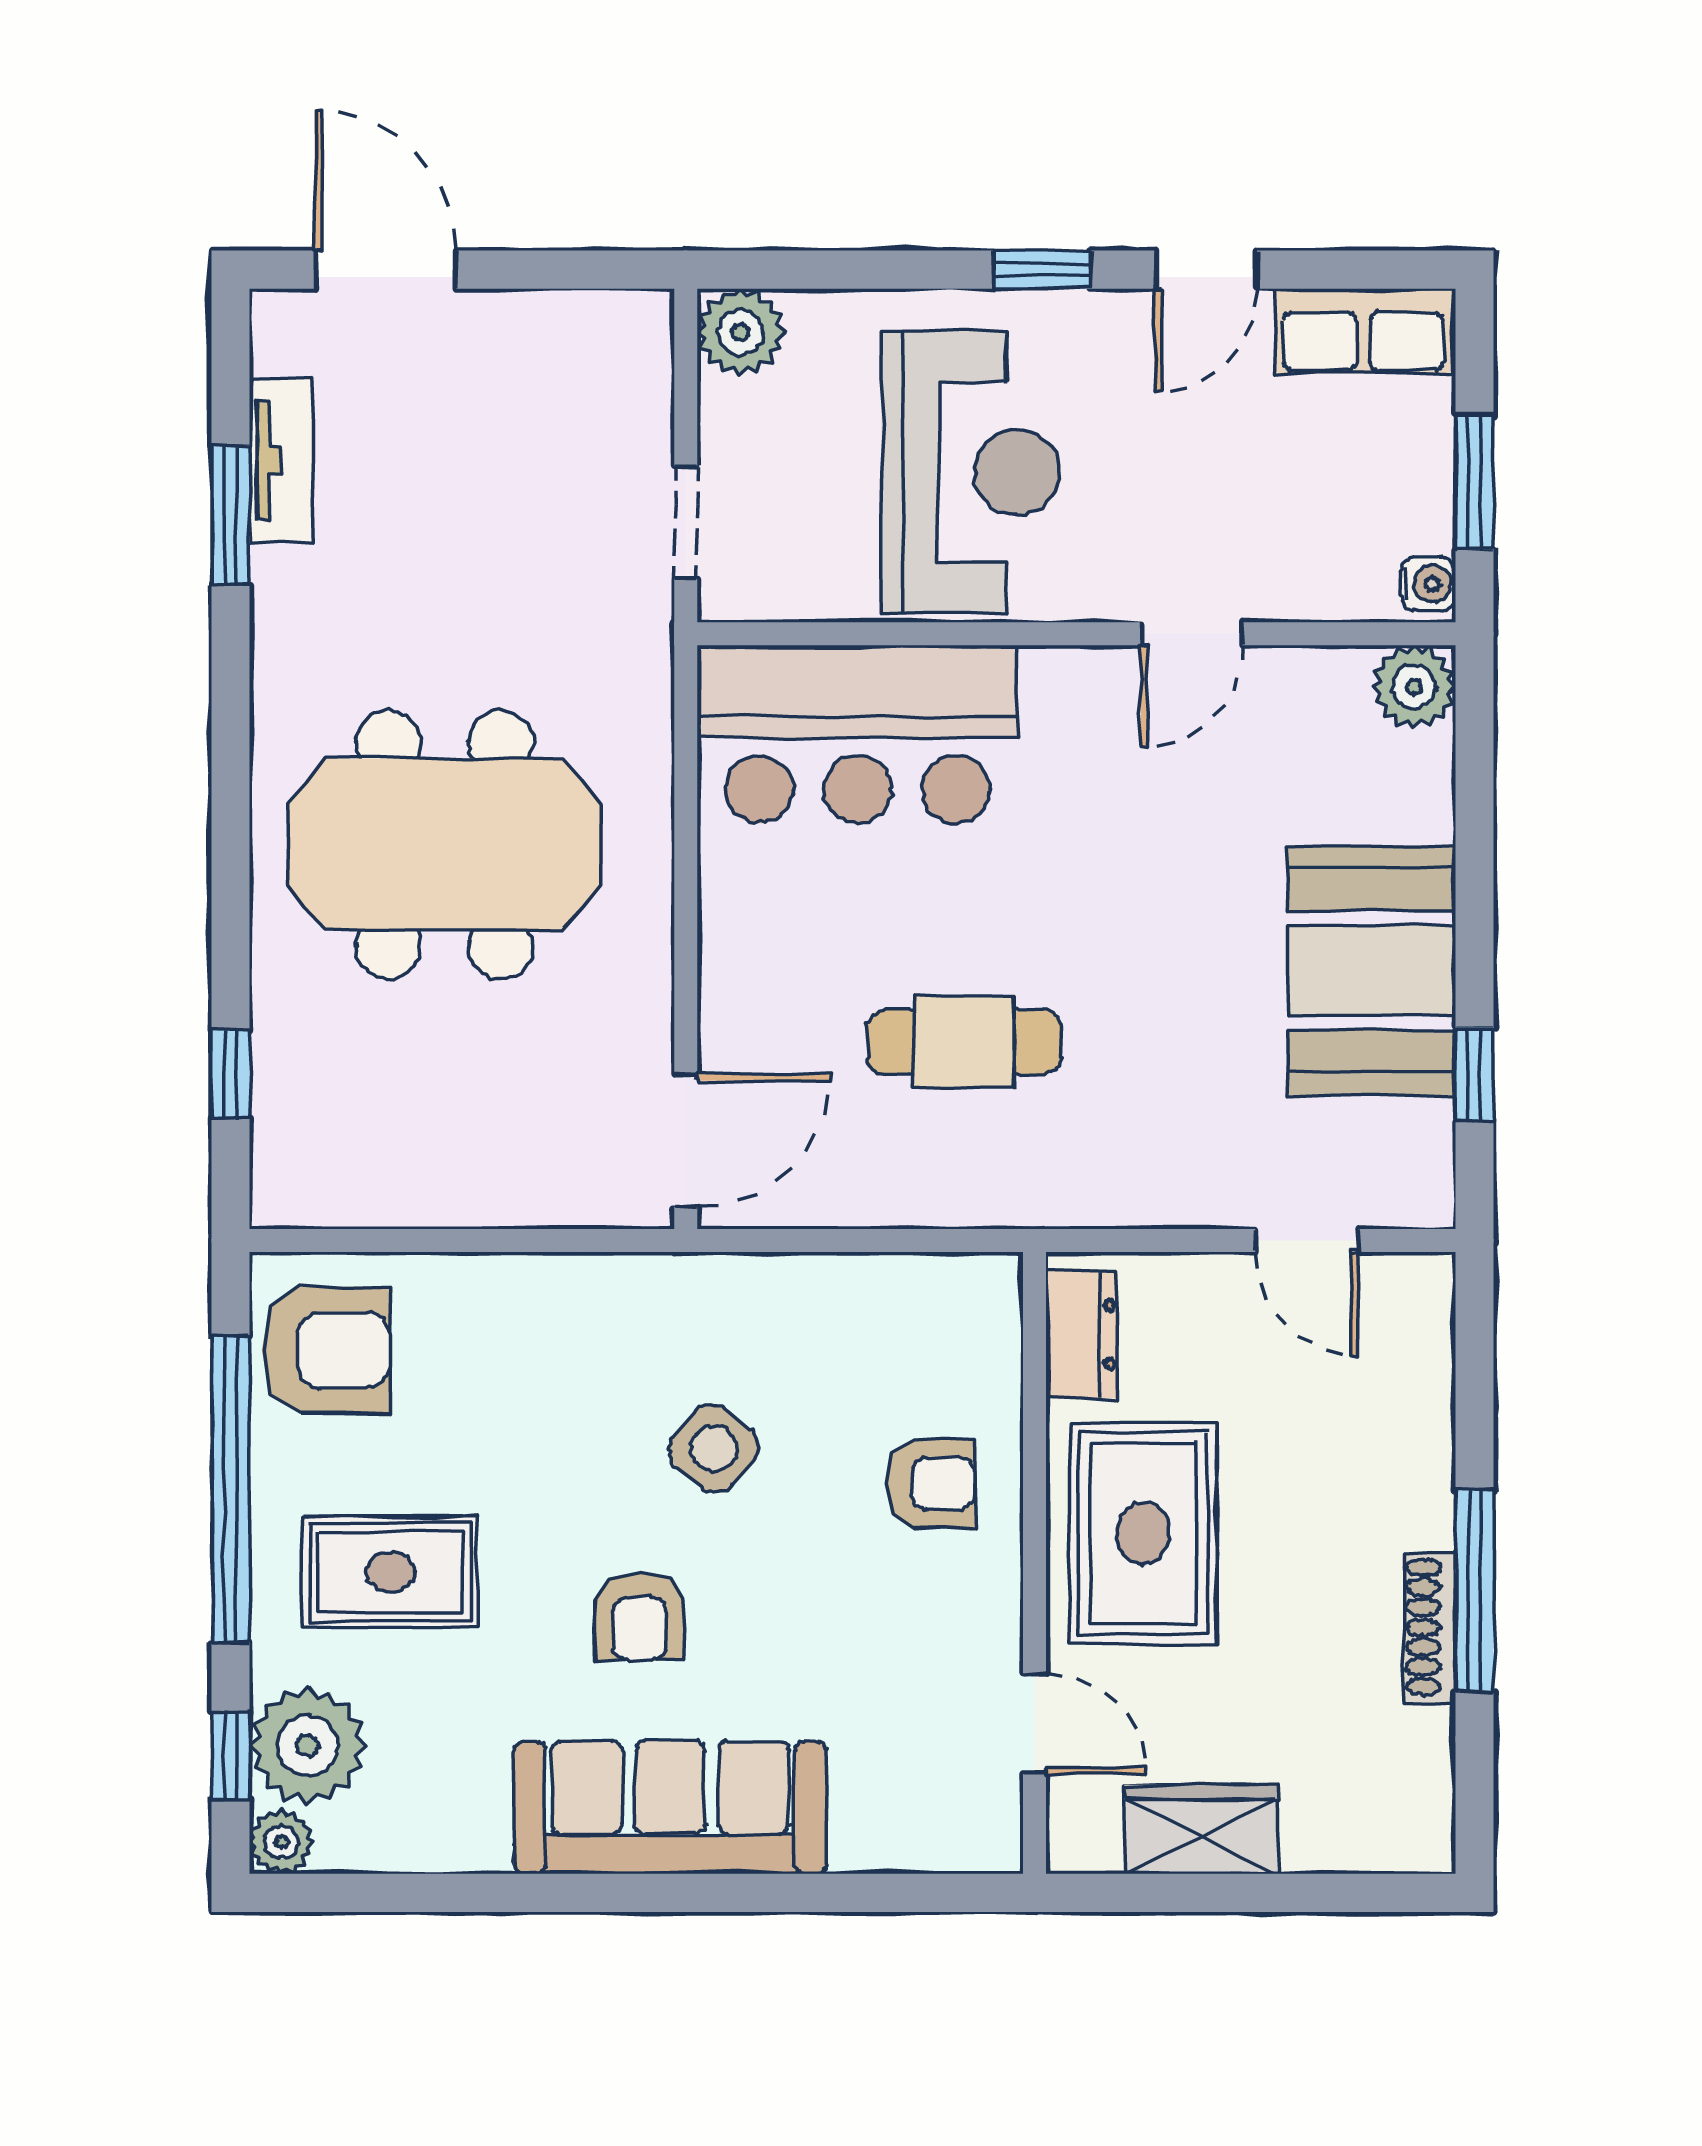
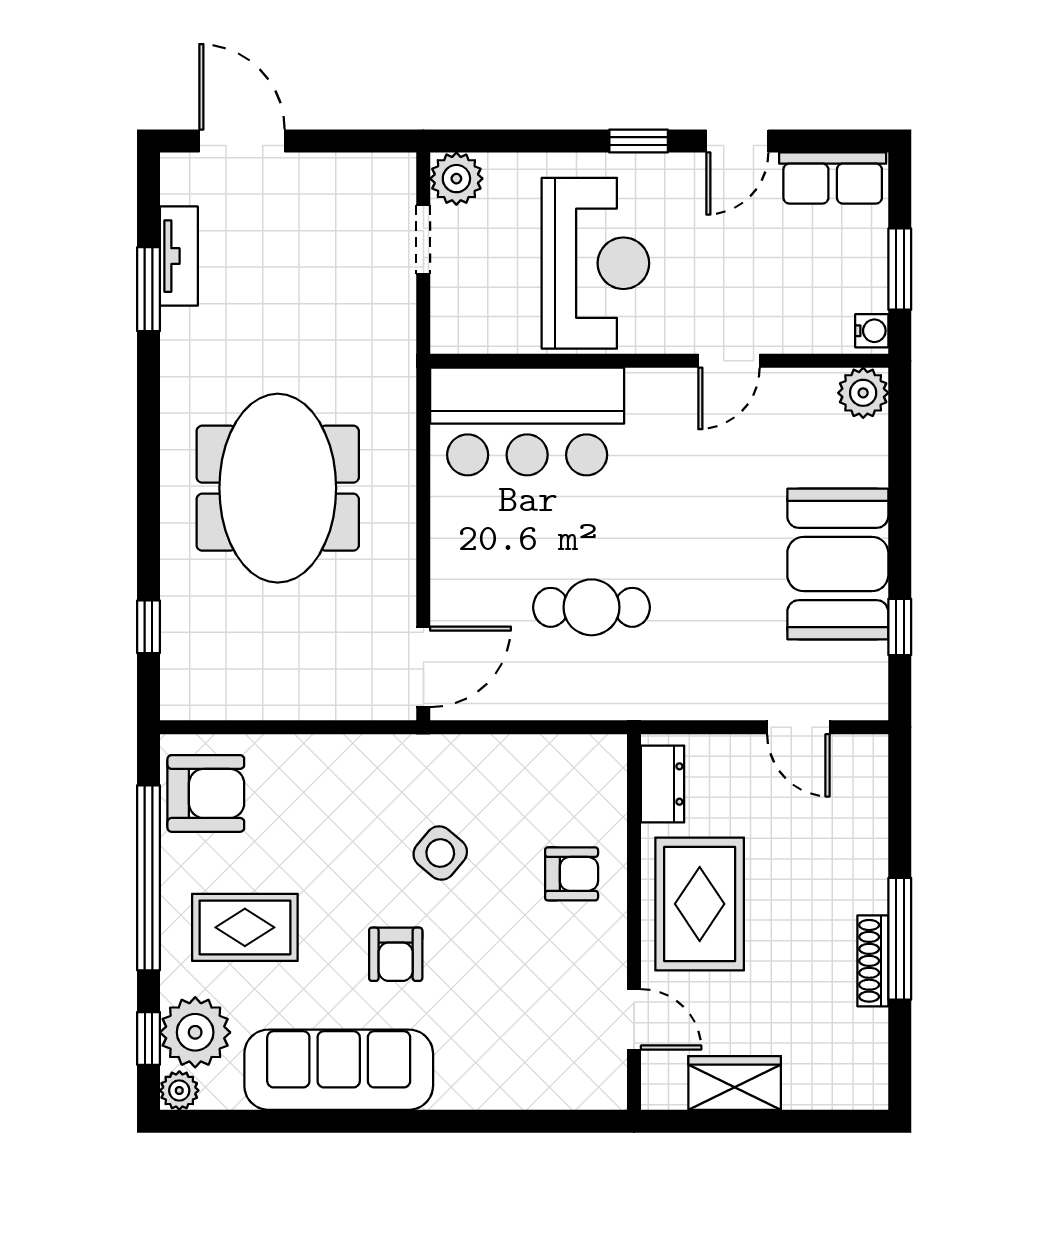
doorway: (686, 522) -> (423, 240), moved
meeting table: (445, 845) -> (278, 488), turned 90
sofa: (670, 1808) -> (339, 1070), moved

